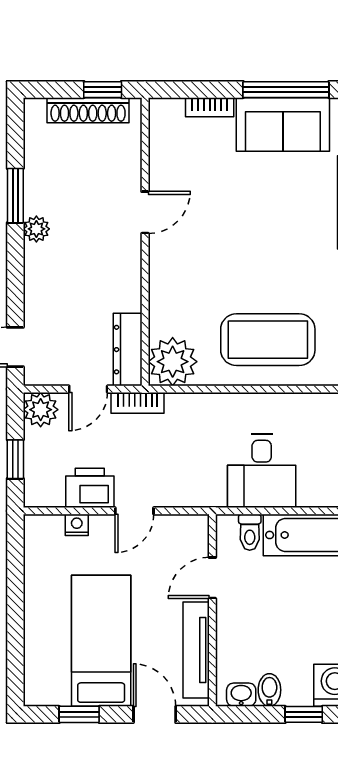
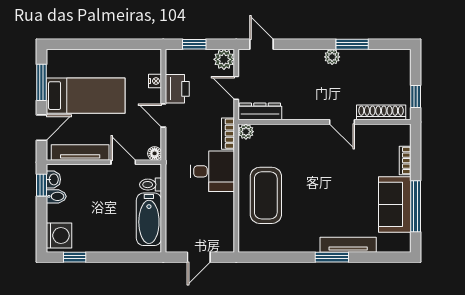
shoe rack: (88, 110) -> (381, 112), moved, turned 90
plant: (173, 362) -> (246, 132), width x0.53, depth x0.53
bookcase: (138, 403) -> (228, 134), moved
desk: (262, 471) -> (212, 171), moved, turned 180
floor lamp: (198, 526) -> (155, 153), added
window: (79, 714) -> (42, 82), width x1.50
window: (304, 714) -> (42, 185), moved

